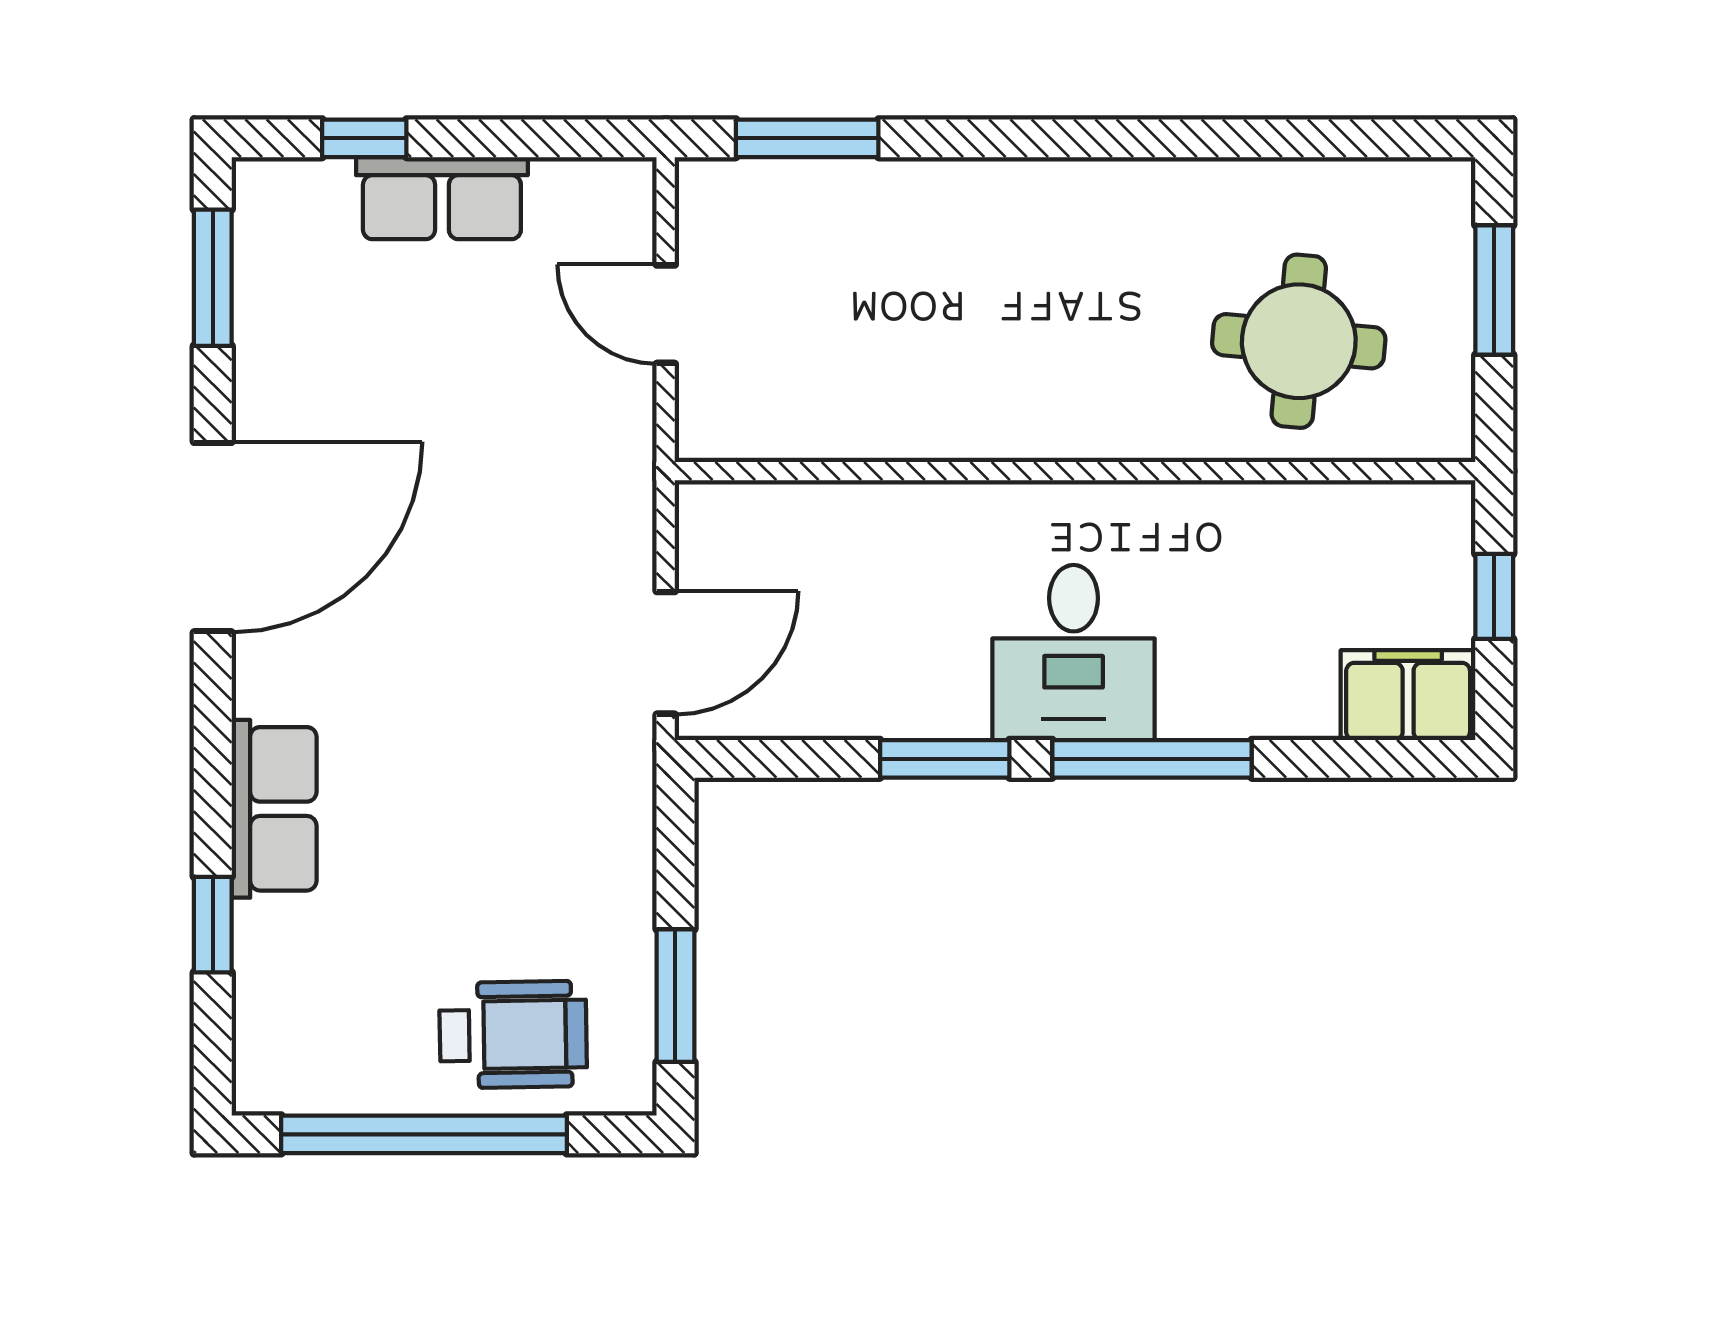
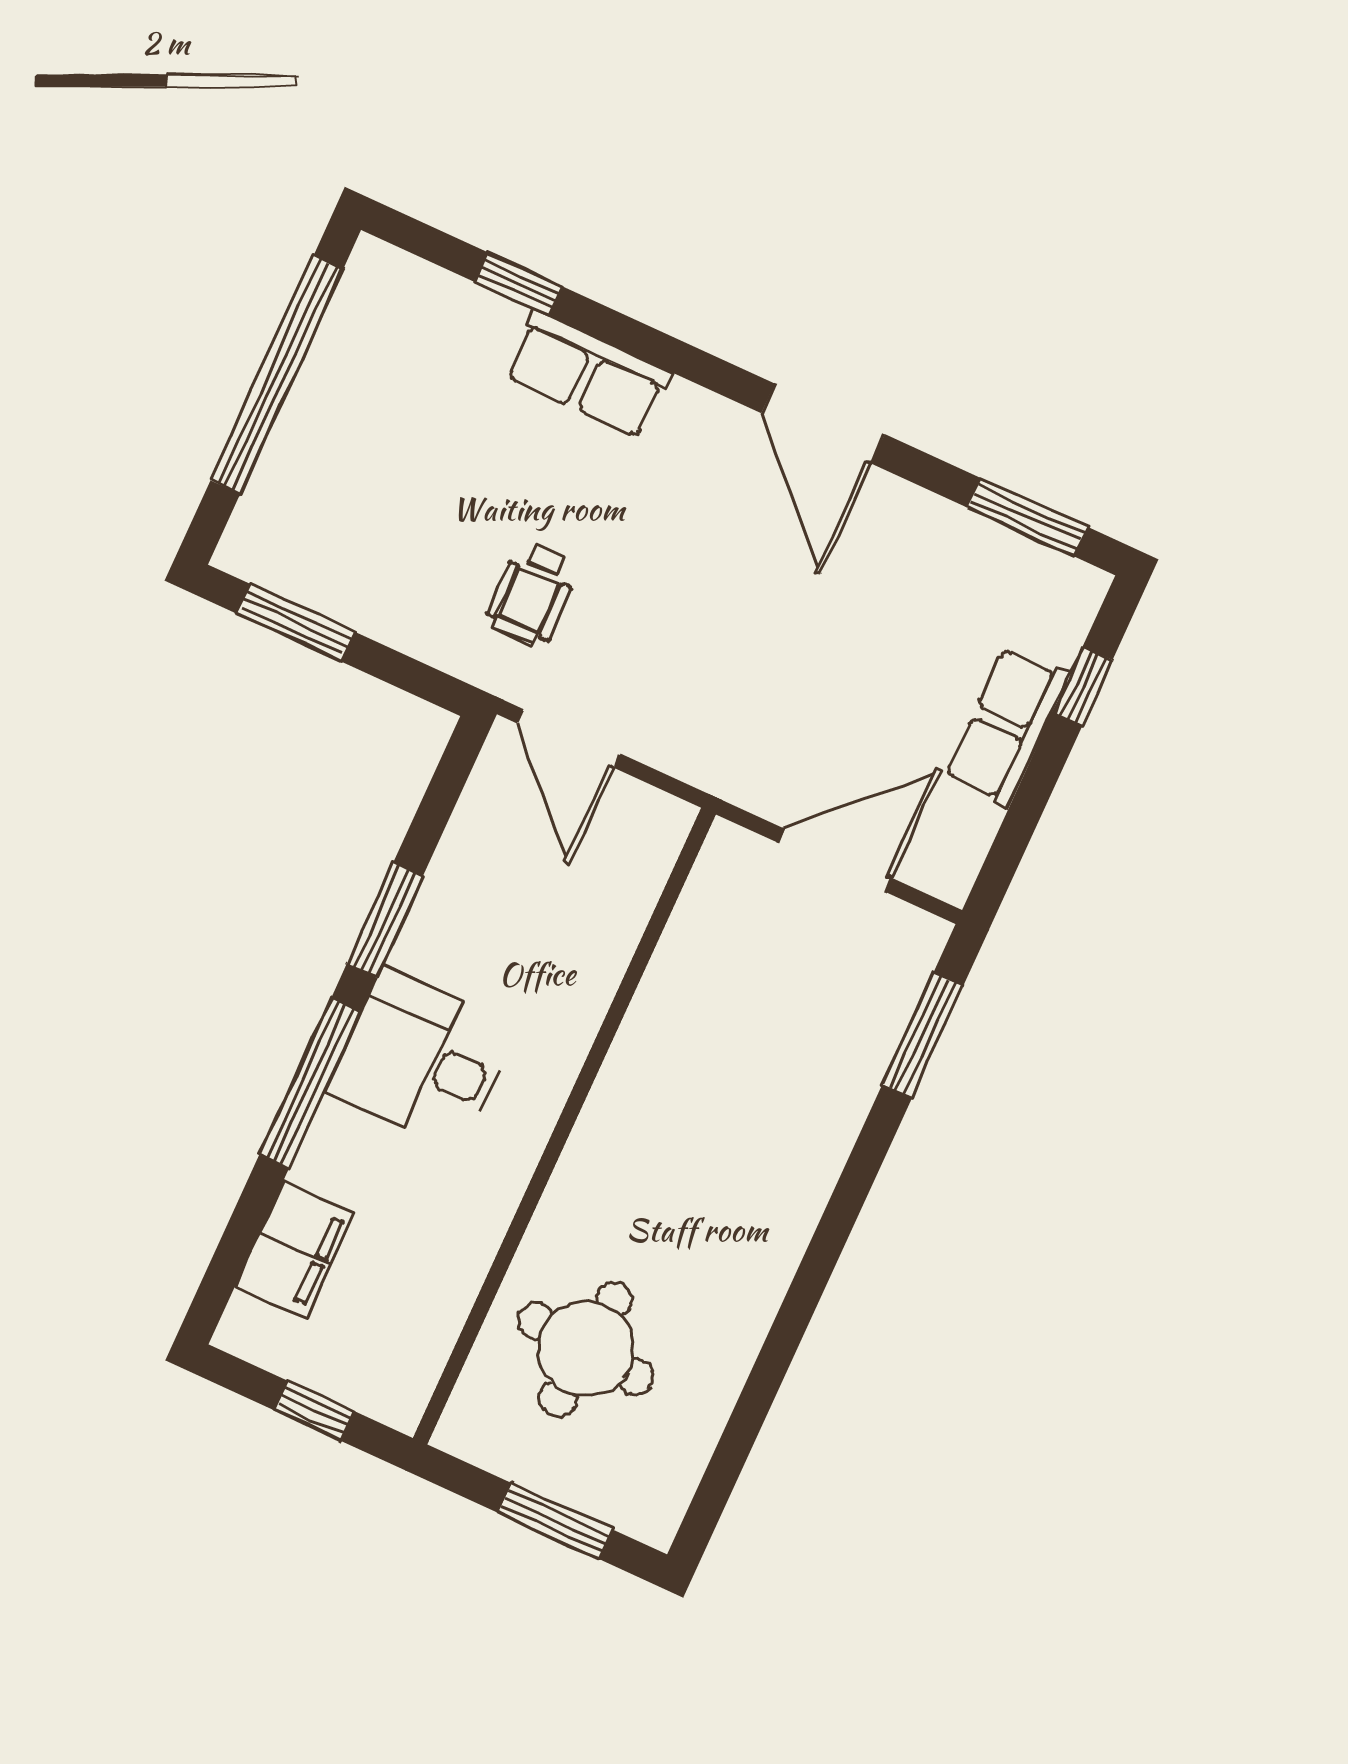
door: (666, 314) -> (835, 860), width x1.38
door: (213, 537) -> (823, 424), width x0.73
filing cabinet: (1408, 695) -> (294, 1250), moved
wheelchair: (513, 1035) -> (532, 594), moved, width x0.73, depth x0.73

